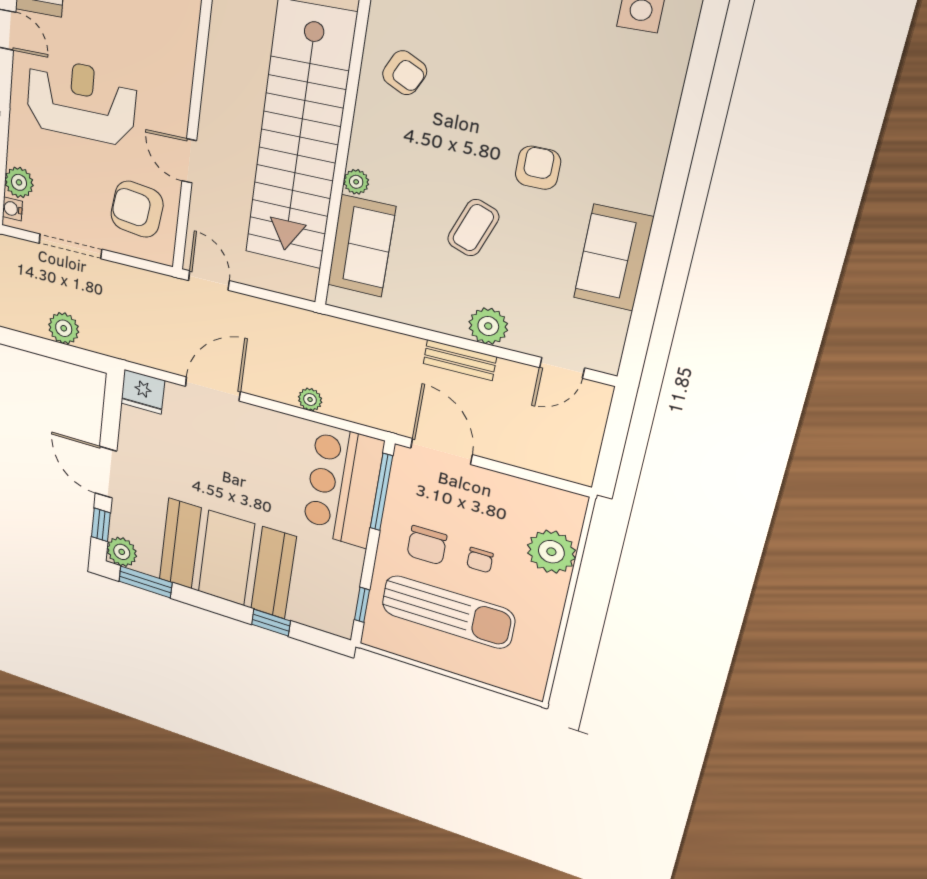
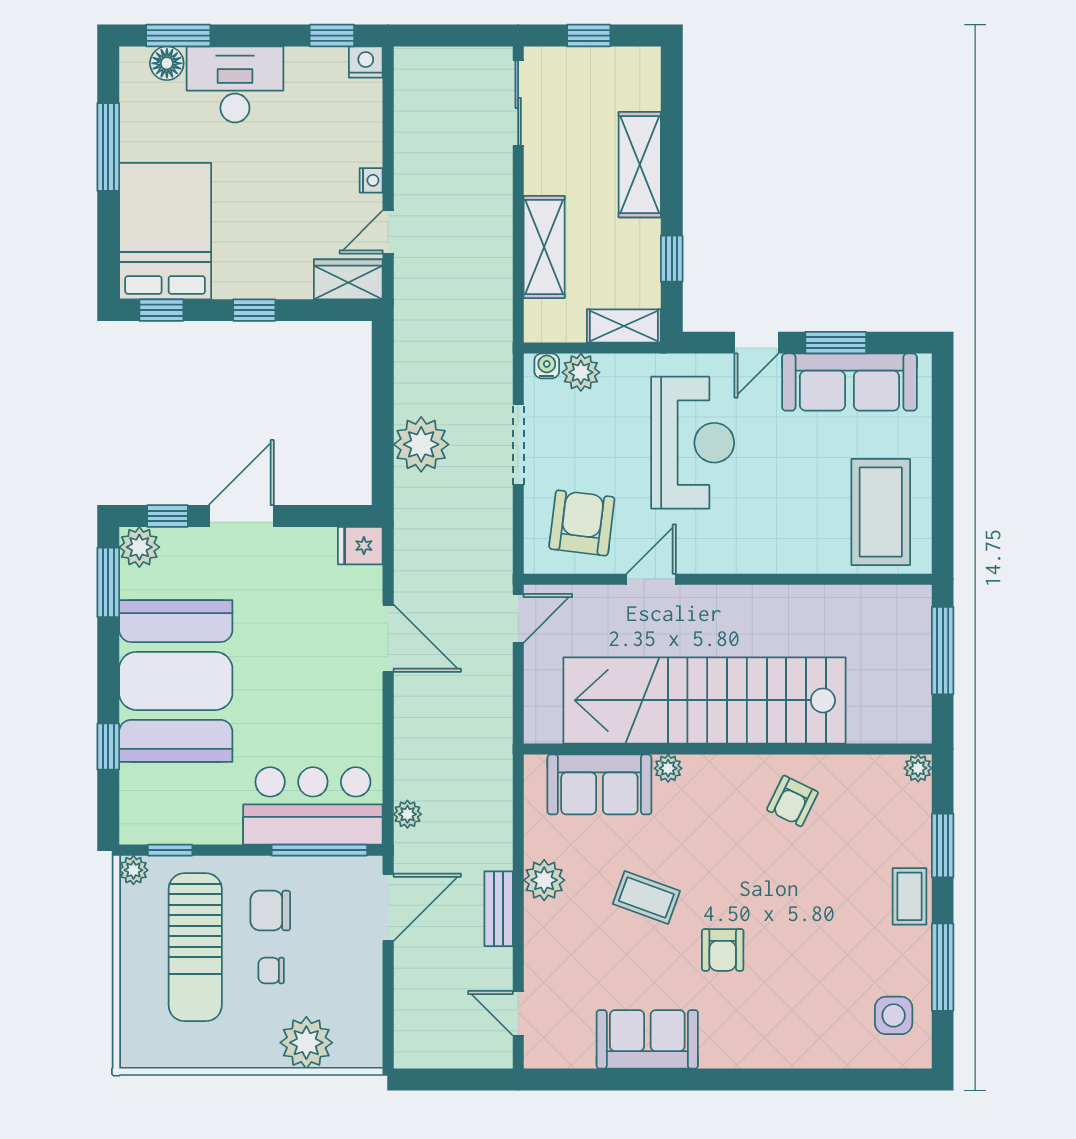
armchair: (538, 168) -> (723, 950), turned 90
plant: (488, 326) -> (544, 880), moved
plant: (64, 328) -> (421, 444), width x1.36, depth x1.36
fridge: (143, 392) -> (360, 546), width x0.72
plant: (310, 399) -> (407, 814), moved
plant: (374, 637) -> (133, 870), added

